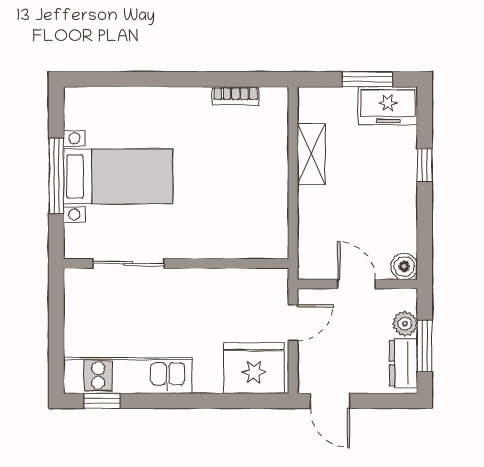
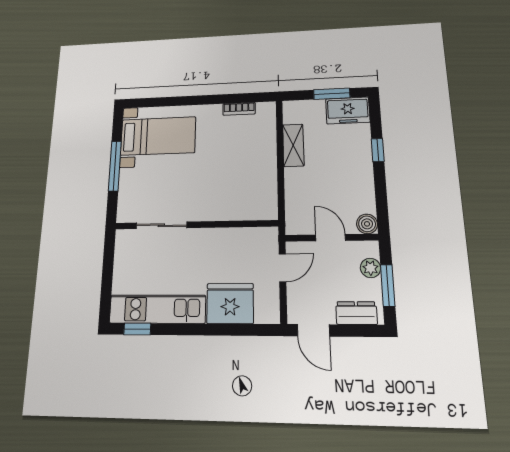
bed with nightstands: (118, 176) -> (158, 136), moved
dresser: (403, 363) -> (356, 313), moved, turned 90
fridge: (254, 368) -> (230, 303), moved

